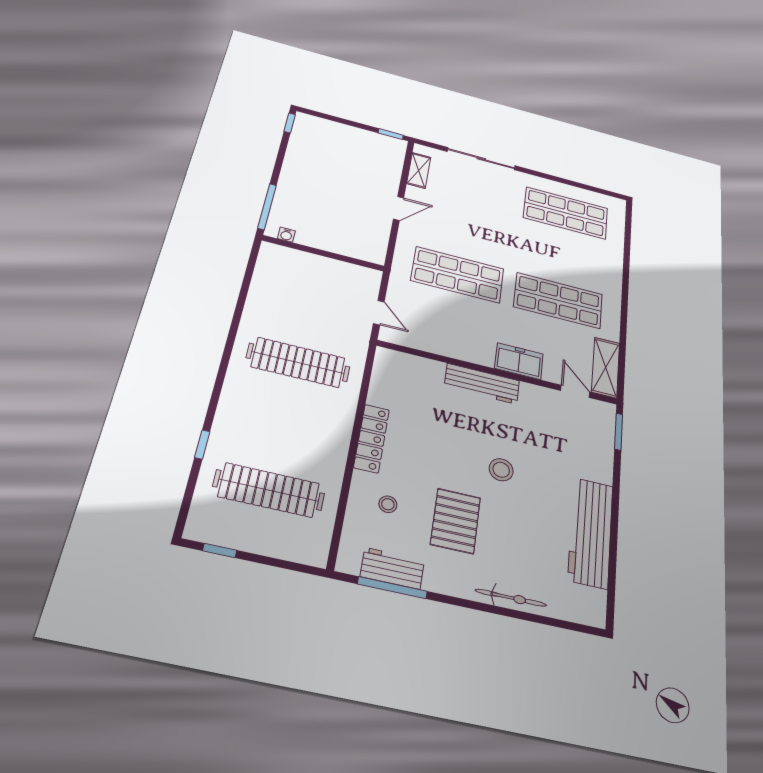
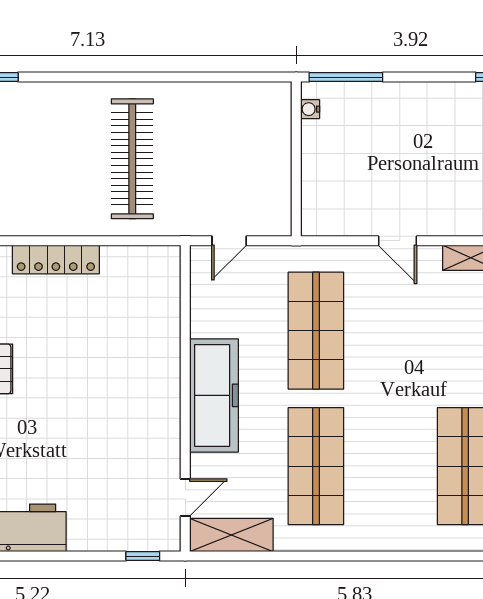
freezer: (519, 361) -> (214, 395), width x1.91, depth x1.26
workbench: (482, 384) -> (164, 380), removed
window: (619, 432) -> (143, 556), width x0.67
stool: (501, 470) -> (54, 415), removed

